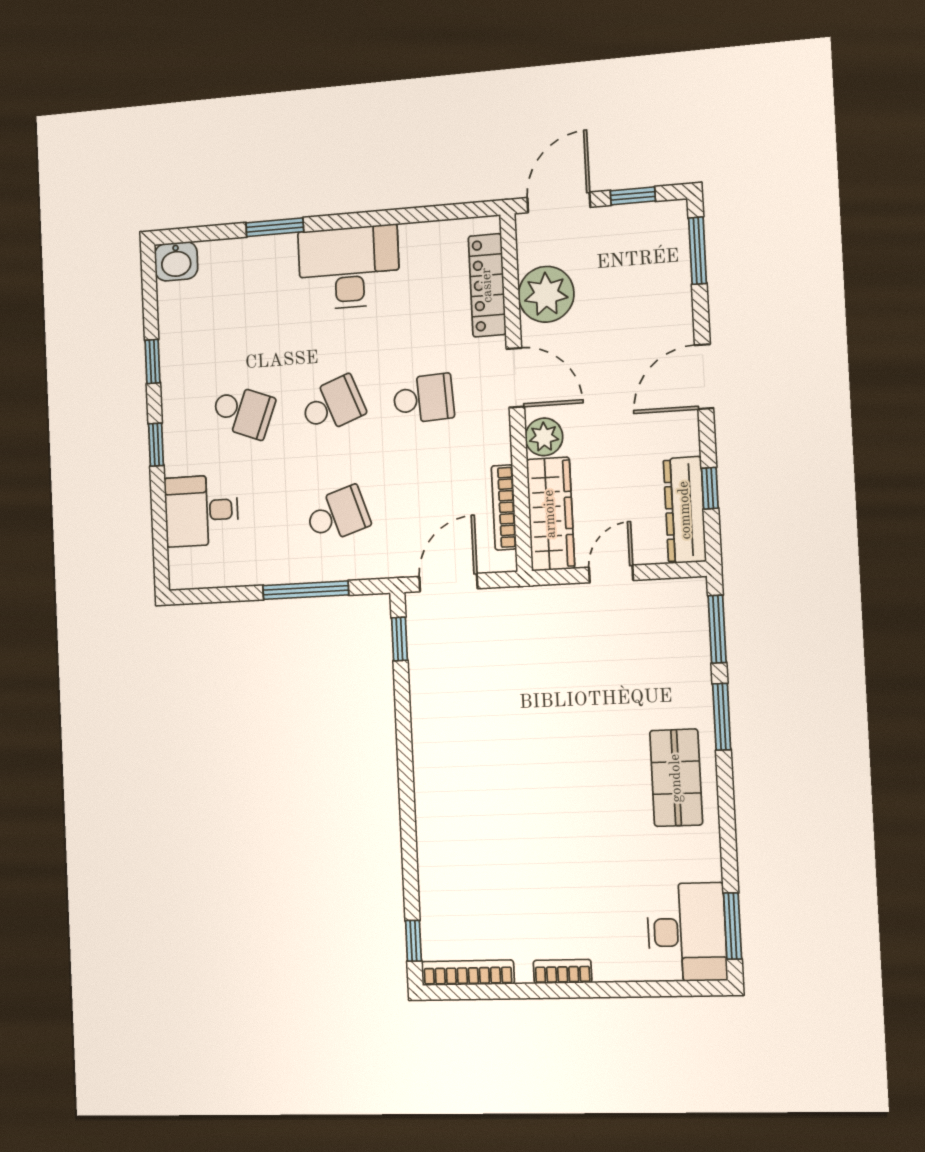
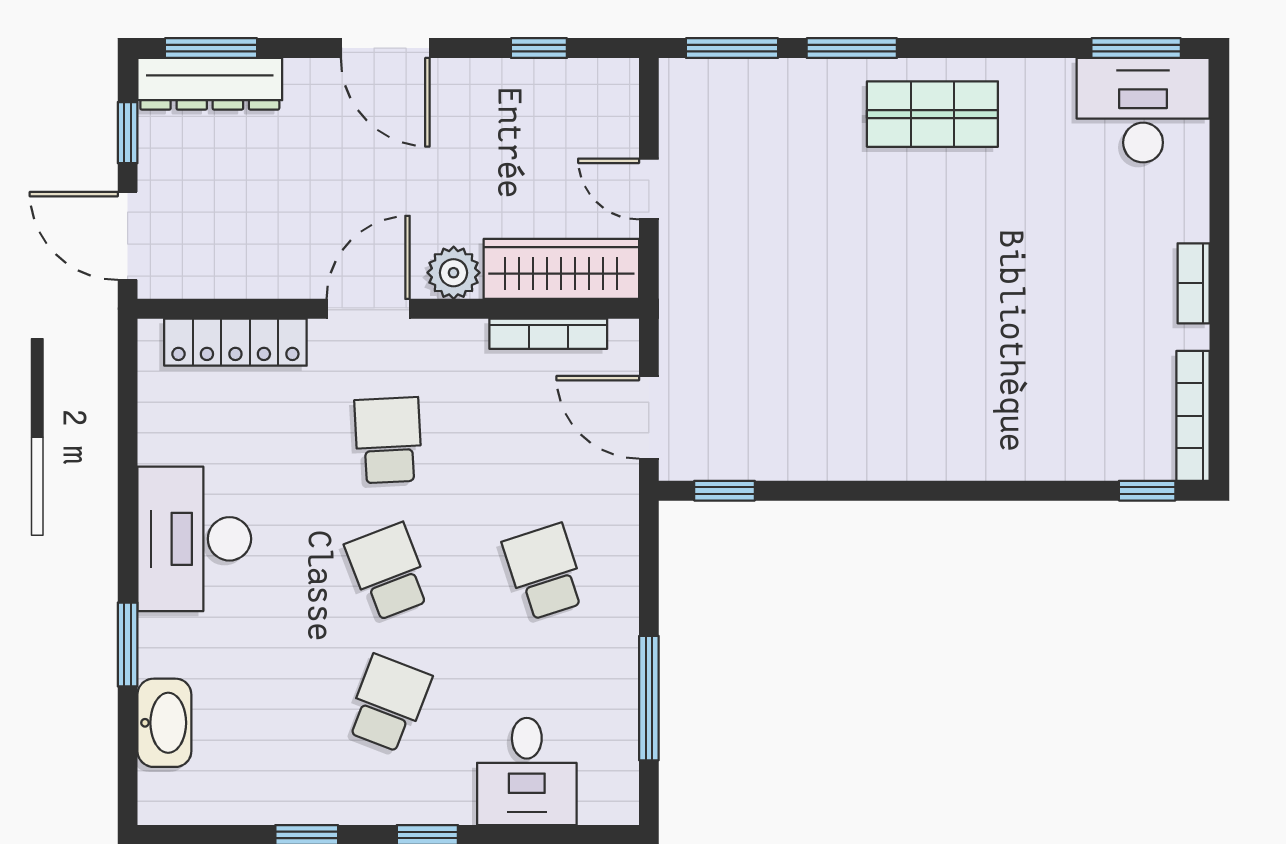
washbasin: (176, 261) -> (164, 723), moved, width x1.38
plant: (546, 294) -> (255, 260), removed
dresser: (685, 510) -> (210, 84), moved
window: (306, 590) -> (649, 698), moved

